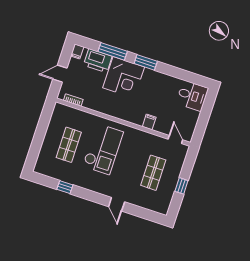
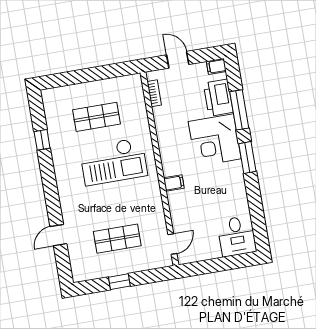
filing cabinet: (149, 122) -> (174, 183), moved
door: (117, 204) -> (58, 235), moved

